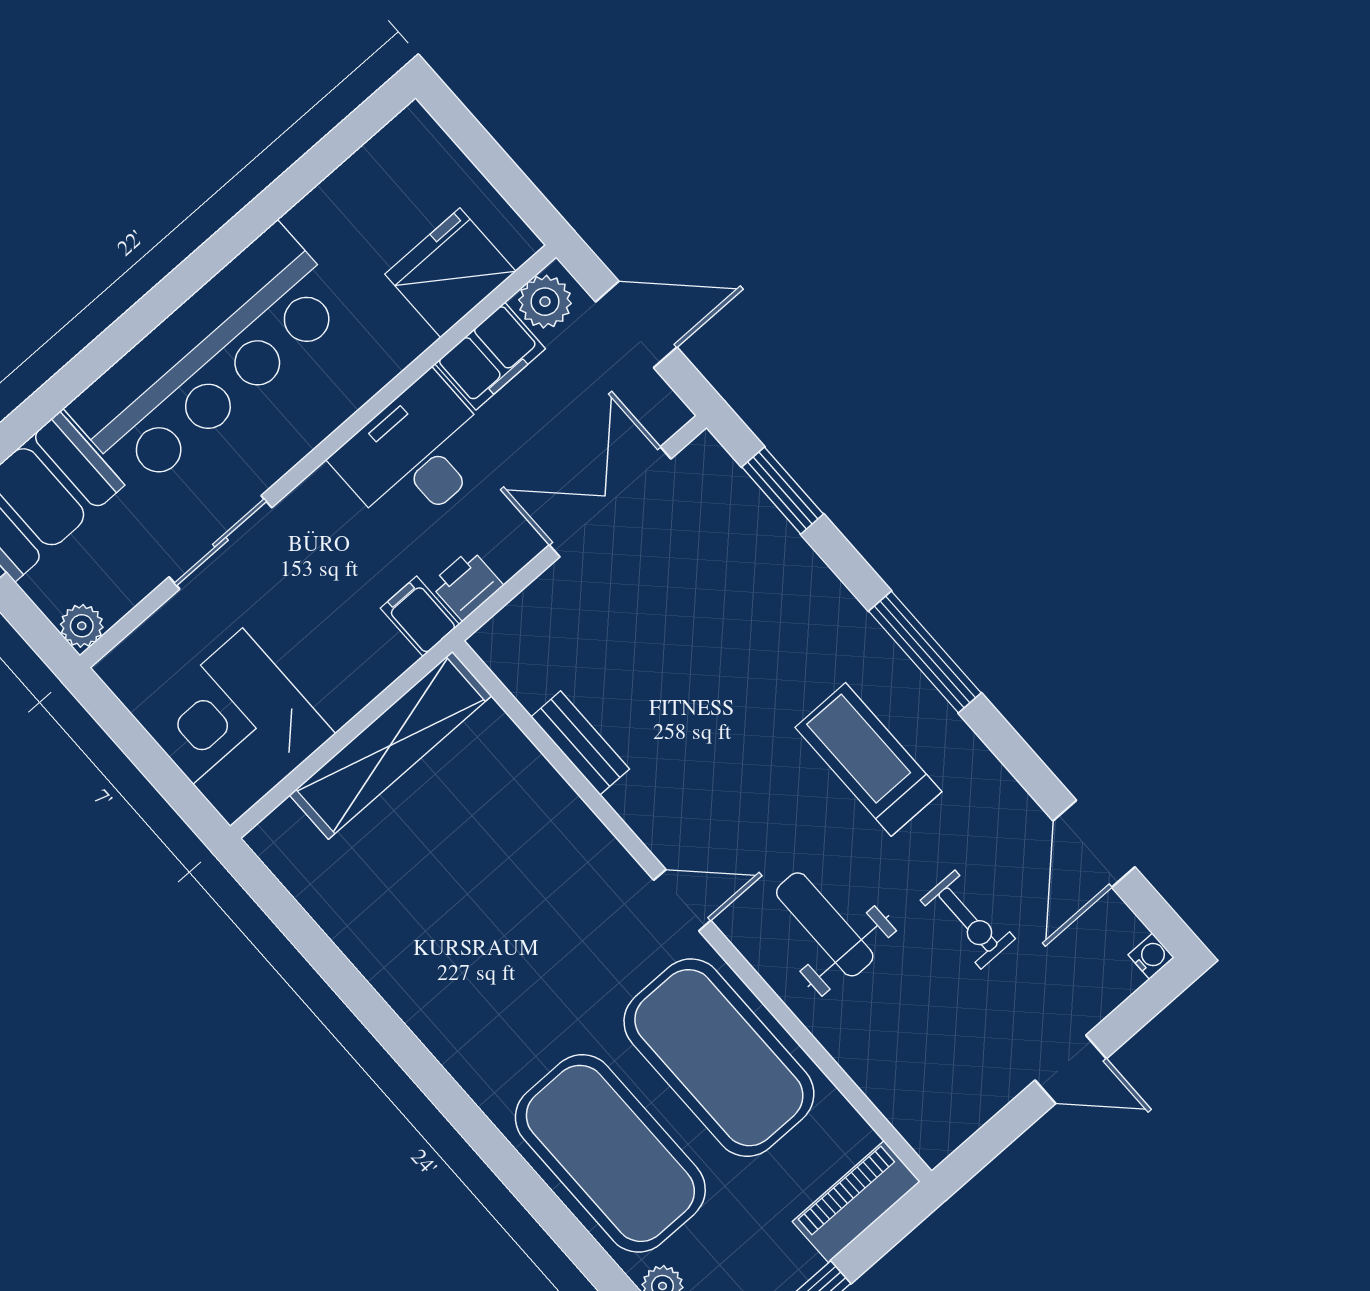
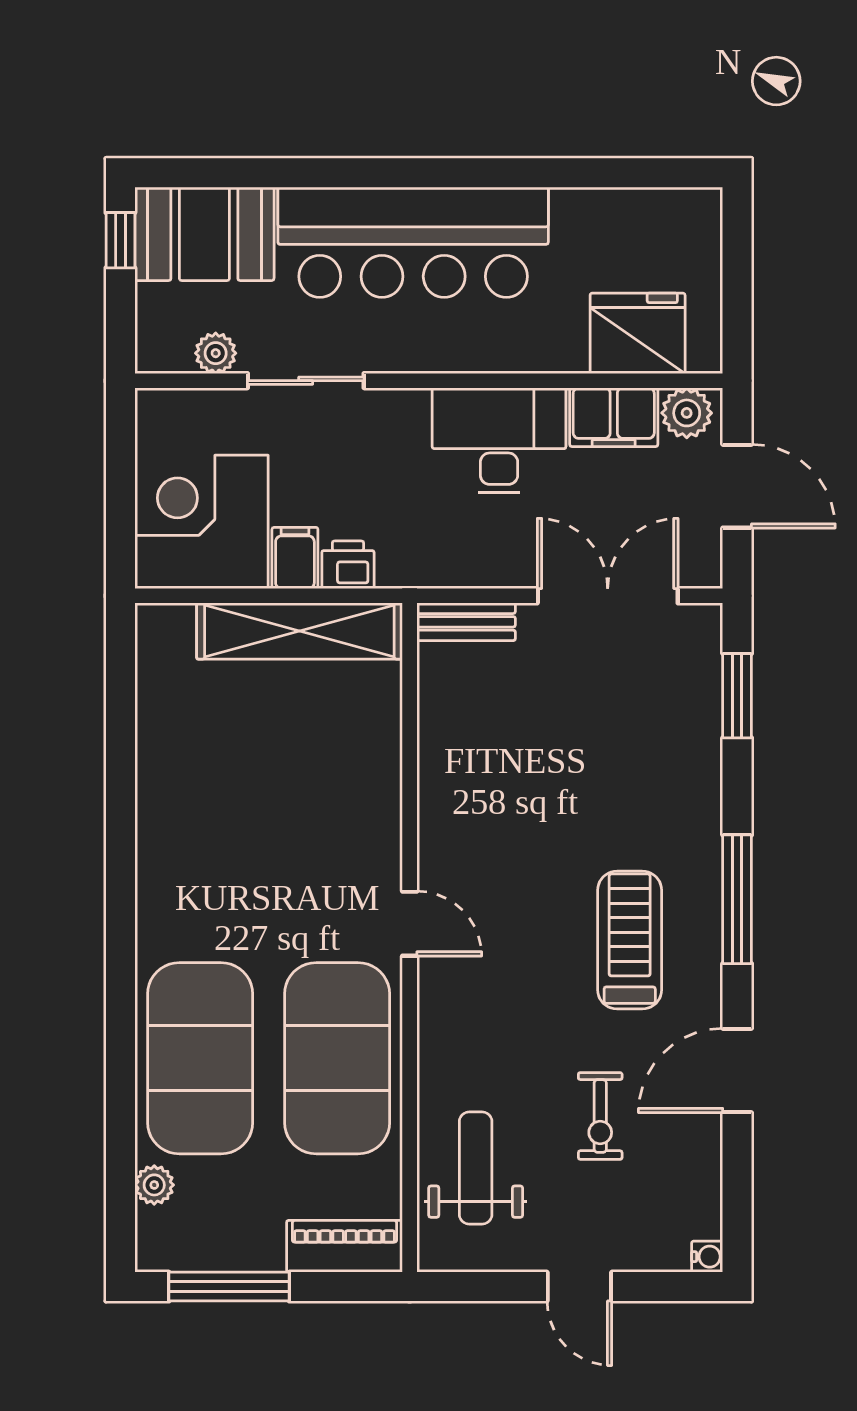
printer: (467, 585) -> (348, 565), moved
filing cabinet: (420, 616) -> (295, 558), moved
plant: (82, 626) -> (216, 353), moved
bench: (580, 743) -> (466, 622), moved, turned 90
door: (1094, 844) -> (737, 1070), moved
weight bench: (825, 924) -> (476, 1168), moved

